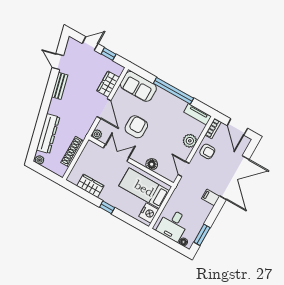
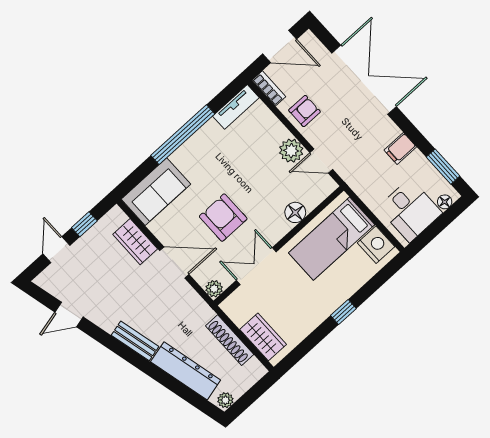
bench: (60, 86) -> (135, 341), moved
plant: (190, 141) -> (291, 151), moved
wardrobe: (90, 186) -> (263, 337), moved, turned 90
filing cabinet: (211, 197) -> (400, 148), moved

